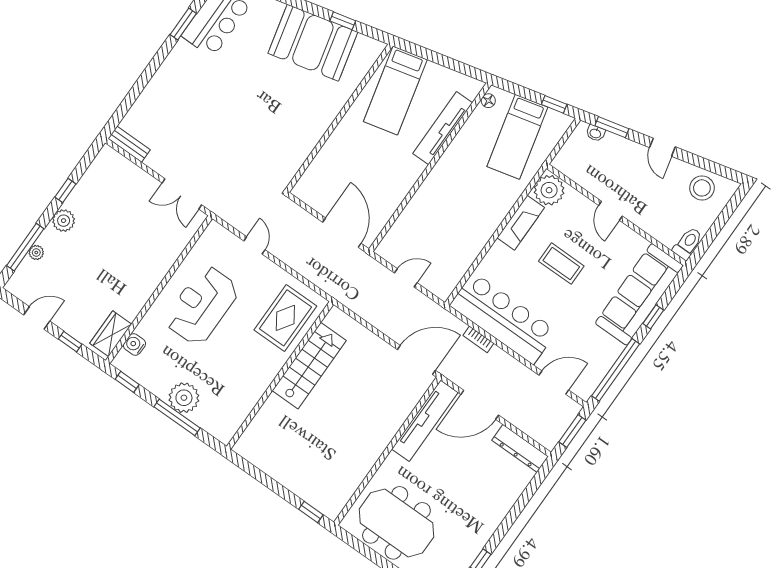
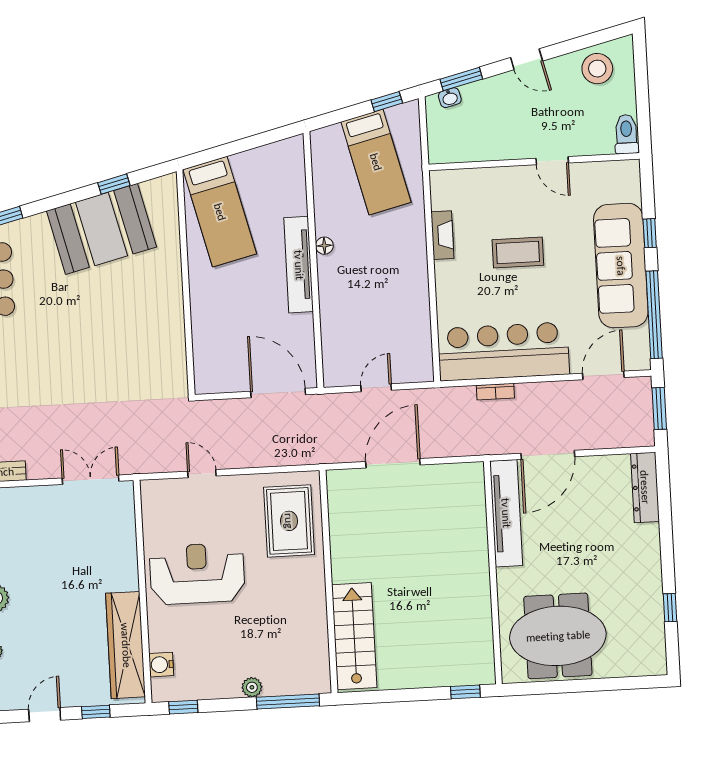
floor lamp: (488, 101) -> (324, 246), moved
tv unit: (443, 128) -> (299, 265), moved
plant: (549, 190) -> (449, 190), removed
double door: (182, 194) -> (91, 480), swing flipped
door: (610, 211) -> (552, 161), moved
fireplace: (521, 223) -> (442, 235), width x0.73, depth x0.76
sofa: (639, 294) -> (621, 266), moved
reception desk: (202, 305) -> (197, 574), turned 90
wardrobe: (111, 334) -> (126, 645), width x2.10, depth x1.17
door: (416, 360) -> (393, 463), moved
stairs: (309, 366) -> (354, 636), moved
plant: (184, 398) -> (252, 687), width x0.53, depth x0.53
window: (177, 417) -> (288, 701), moved
dresser: (520, 448) -> (645, 487), moved, turned 90

